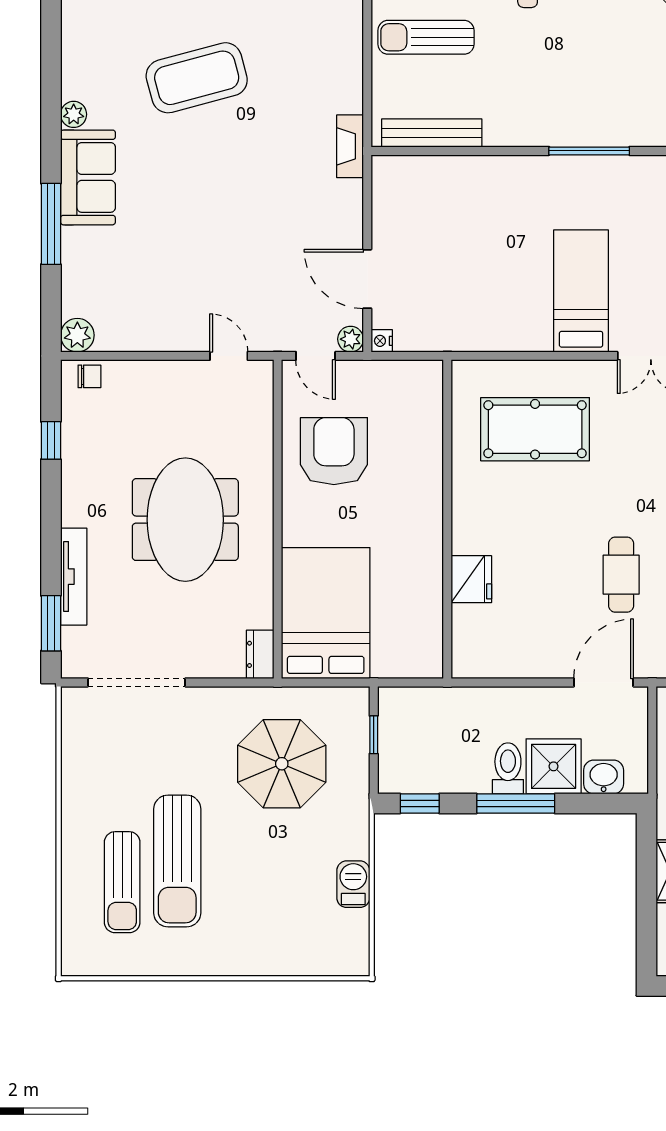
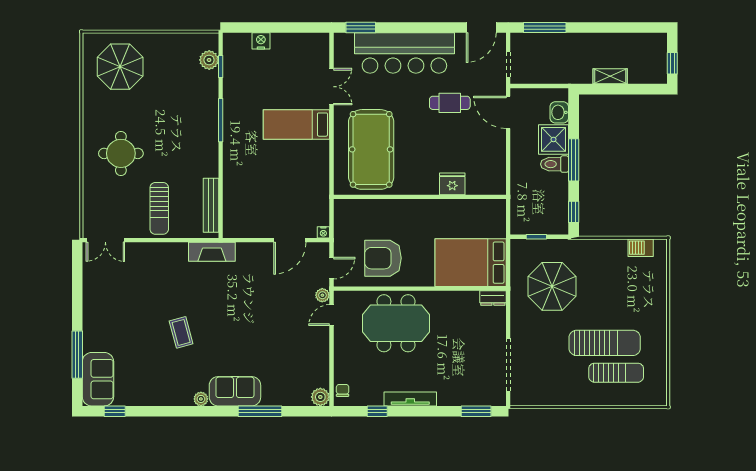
coffee table: (197, 78) -> (181, 332), width x0.54, depth x0.58
fireplace: (350, 146) -> (212, 252), width x1.37, depth x1.32
plant: (351, 339) -> (322, 295), moved
pool table: (535, 429) -> (371, 149), width x1.36, depth x1.32
meeting table: (185, 520) -> (396, 323), moved
tv unit: (74, 577) -> (410, 399), moved
barbecue: (353, 884) -> (641, 248), moved

